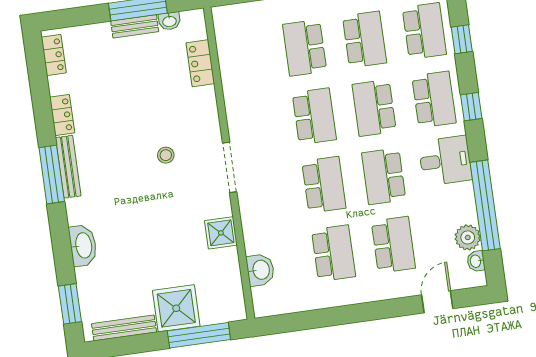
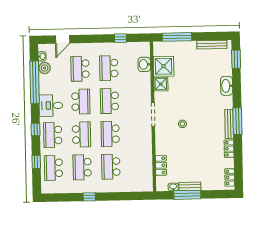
school desk: (305, 48) -> (111, 167), turned 180
shower: (176, 308) -> (164, 66), moved
window: (317, 319) -> (120, 38), added

